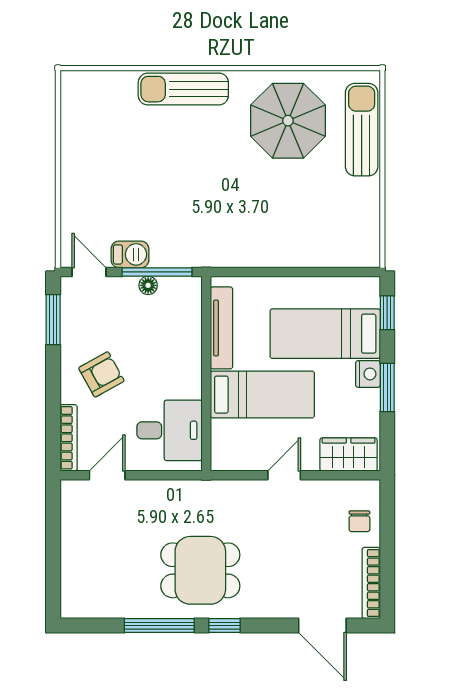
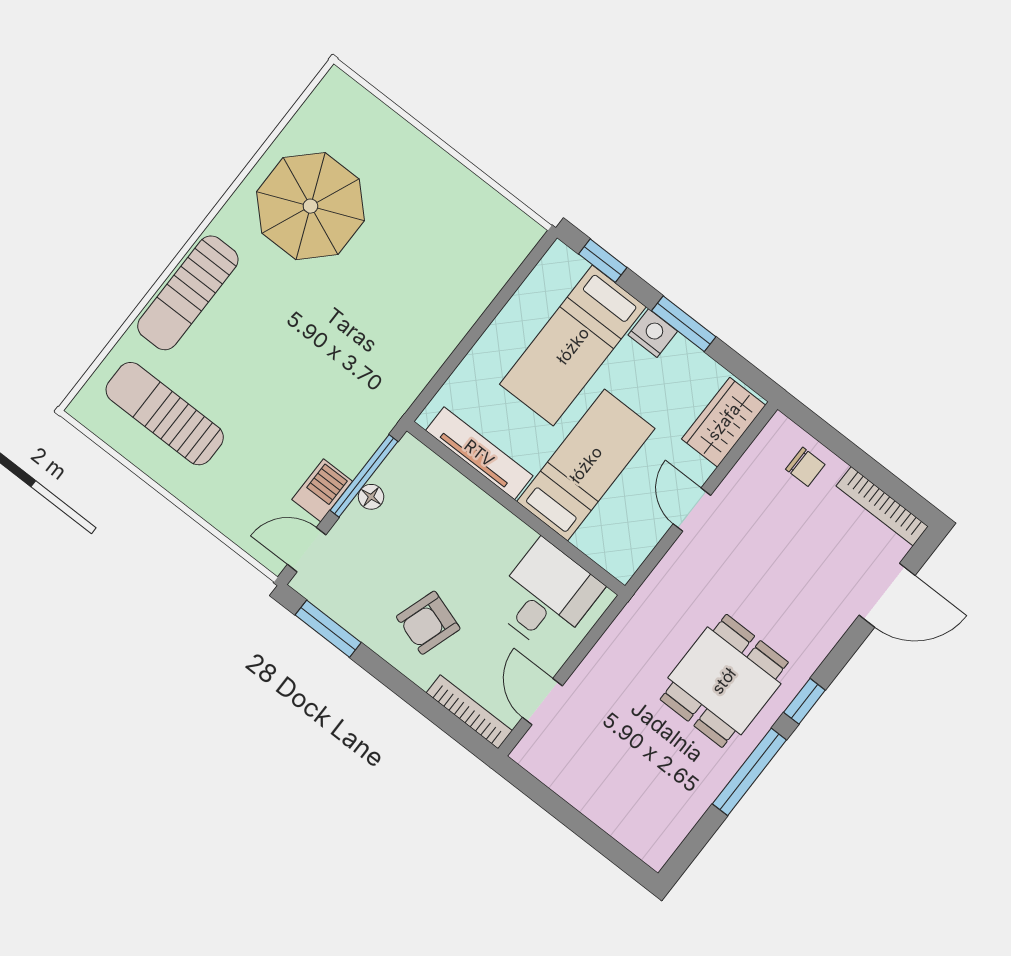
sun lounger: (362, 130) -> (165, 414), moved
armchair: (101, 374) -> (428, 623), turned -133

